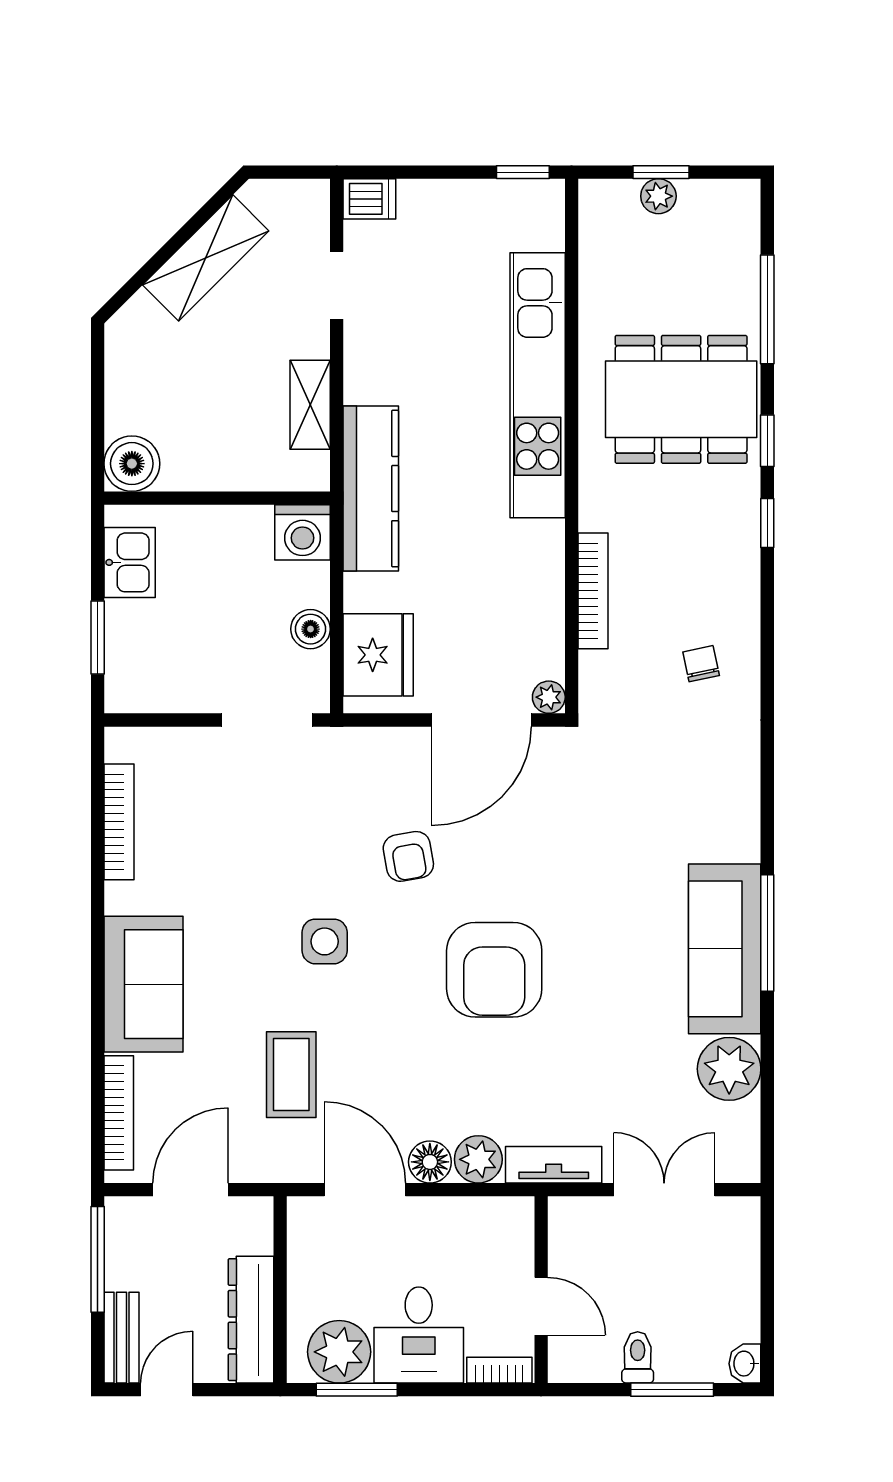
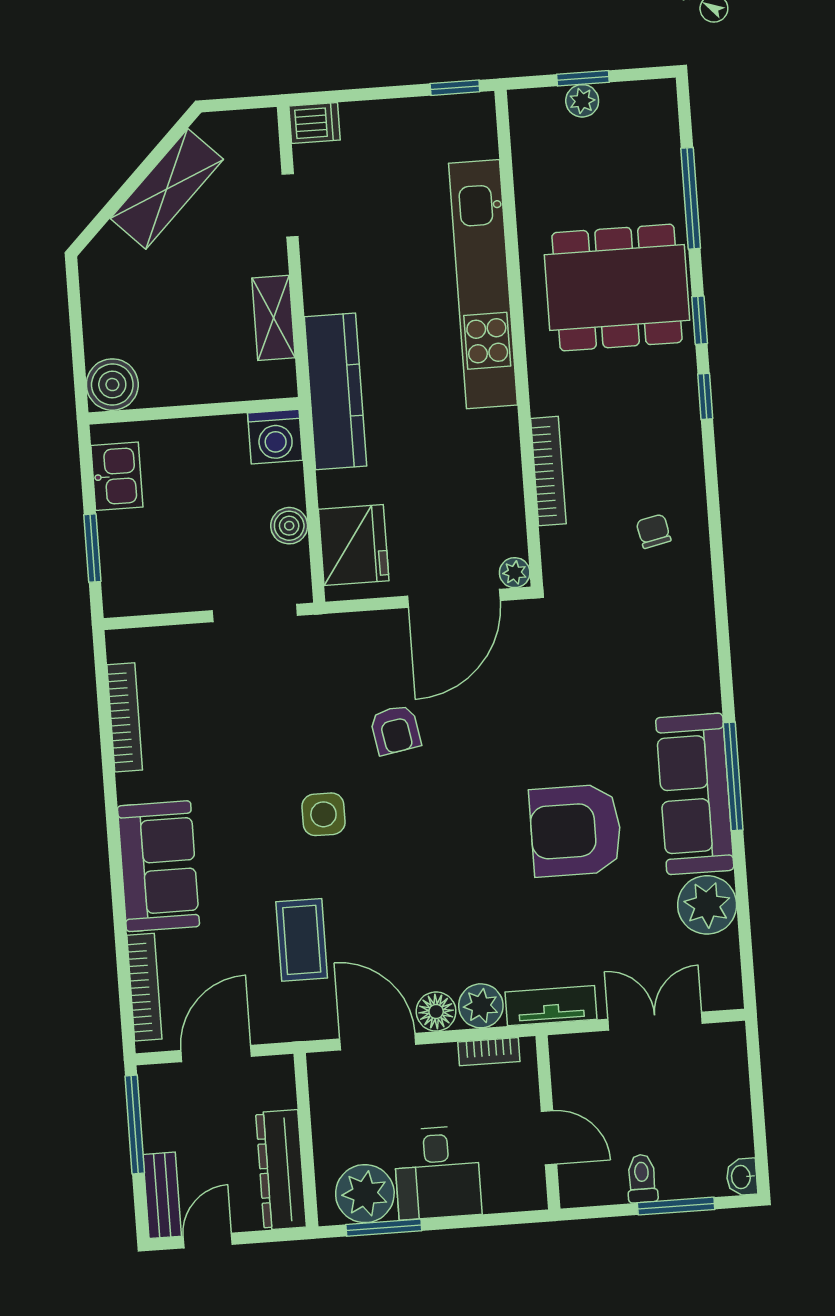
armchair: (494, 970) -> (576, 830), moved, turned 90
bookcase: (499, 1370) -> (489, 1052), moved, turned 180

